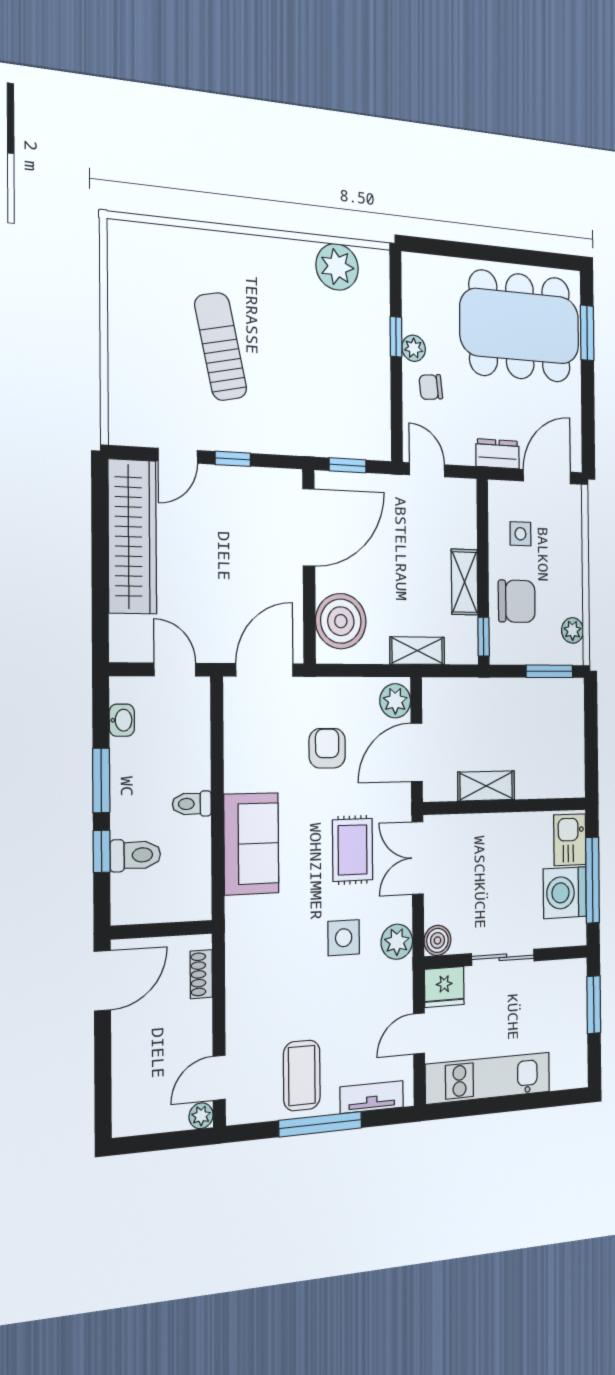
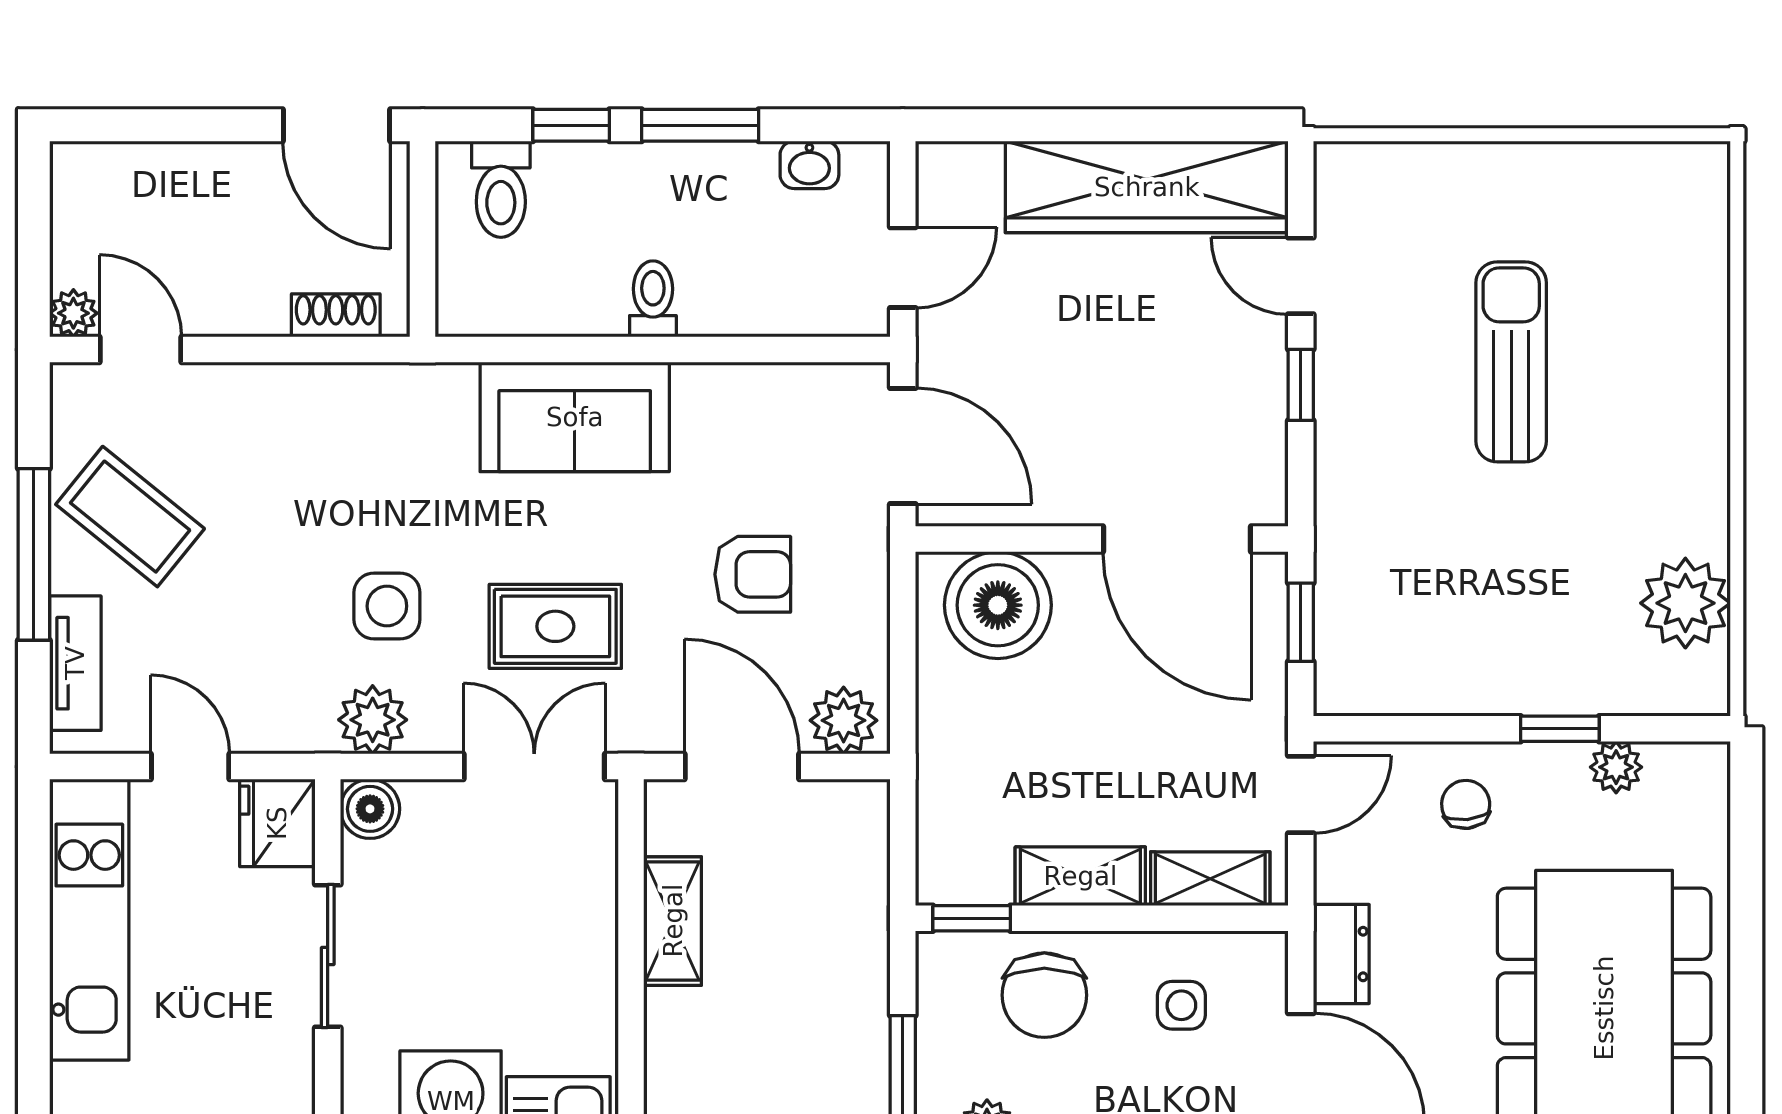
sun lounger: (221, 347) -> (1511, 362), turned -78
plant: (414, 348) -> (1616, 767), moved
shelving: (417, 651) -> (1210, 879), moved, turned 90
toilet: (135, 855) -> (501, 189), moved
coffee table: (302, 1075) -> (130, 517), turned 39

